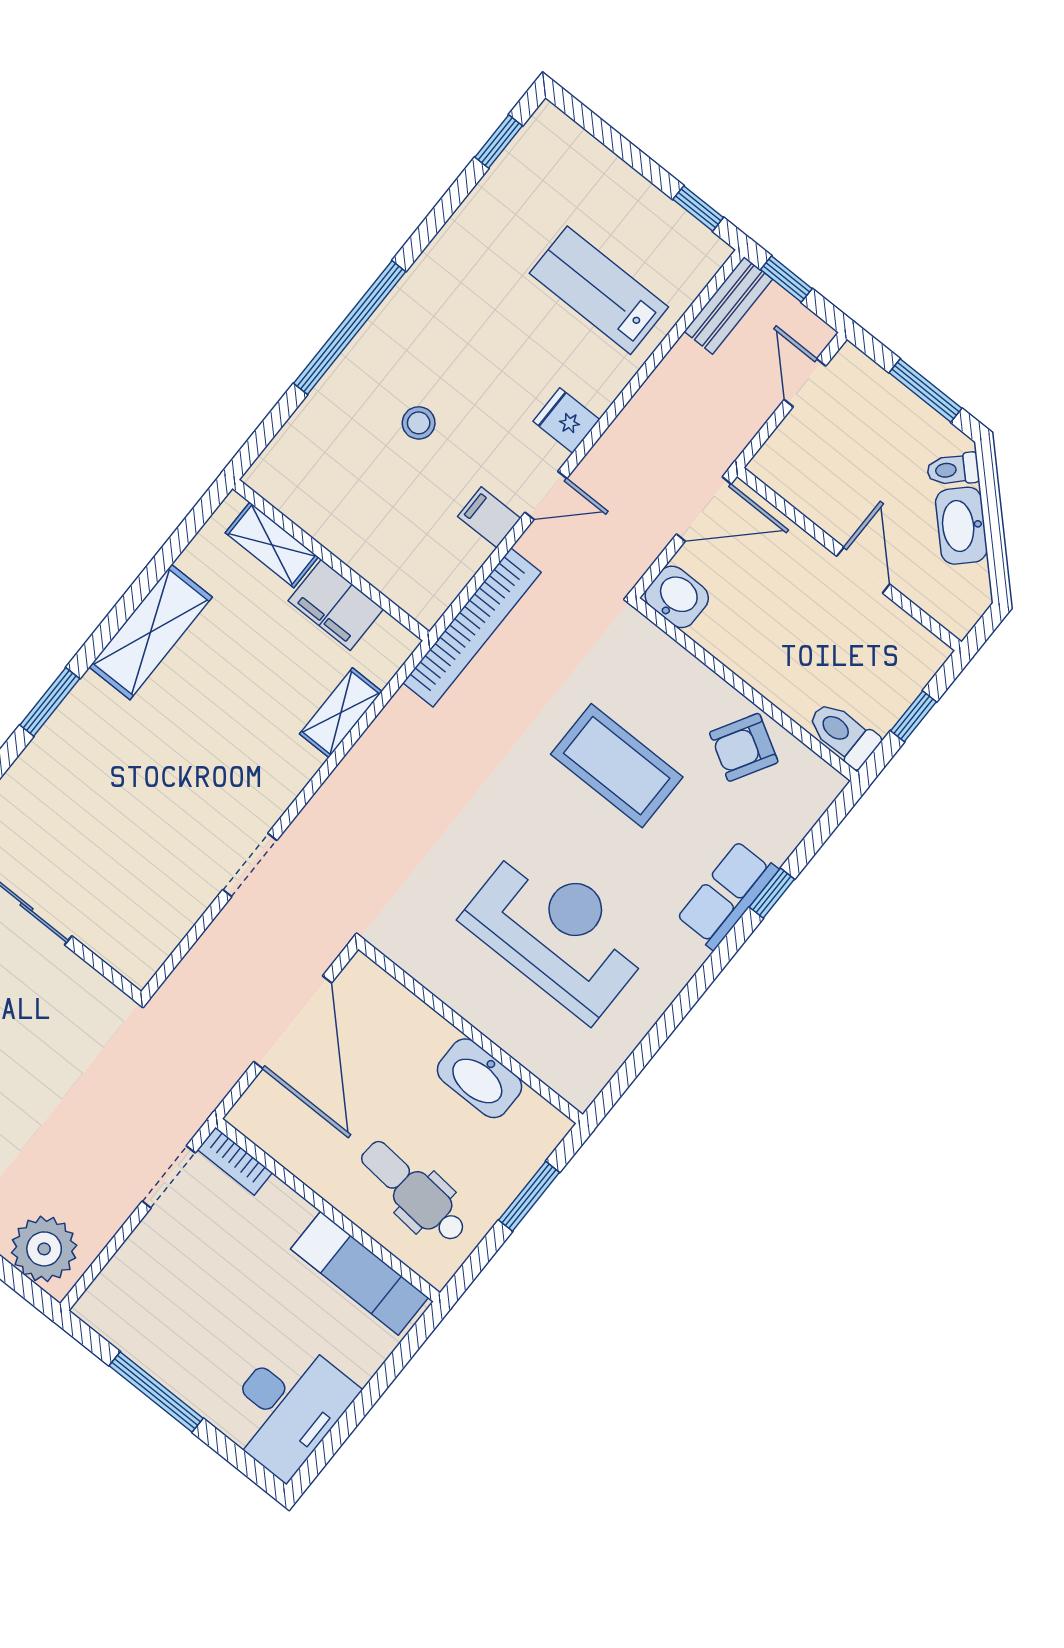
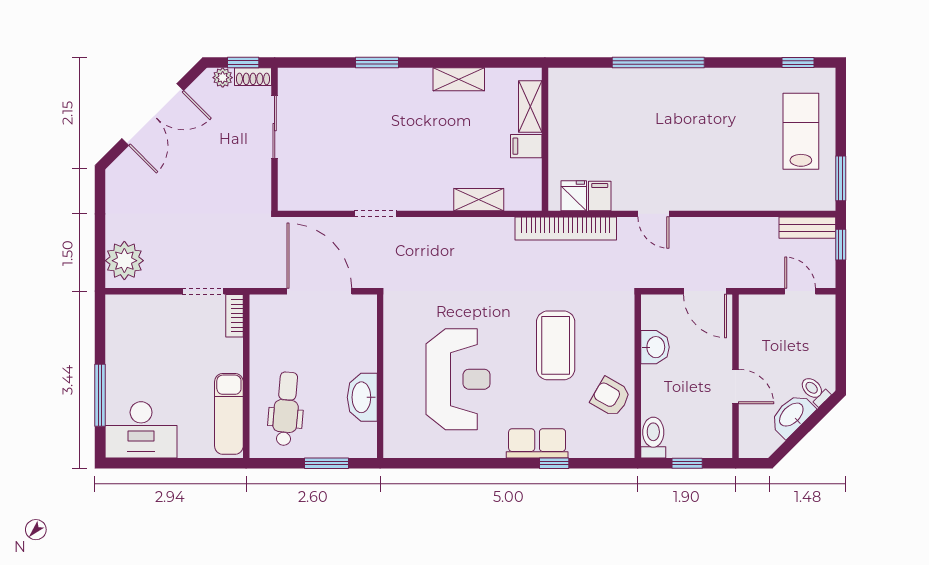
window: (698, 208) -> (841, 178), width x1.50
lab bench: (599, 290) -> (801, 131), moved
door: (805, 383) -> (800, 291), hinge flipped
window: (926, 391) -> (841, 349), removed
fridge: (566, 420) -> (574, 196), moved
stool: (419, 423) -> (640, 129), removed
filing cabinet: (489, 517) -> (600, 196), moved
door: (863, 570) -> (736, 387), hinge flipped
washbasin: (677, 597) -> (655, 347), moved
filing cabinet: (336, 605) -> (526, 146), width x0.50
shelving: (151, 632) -> (459, 79), width x0.67, depth x0.75
door: (293, 1022) -> (319, 291), swing flipped
window: (156, 1392) -> (100, 395), moved

